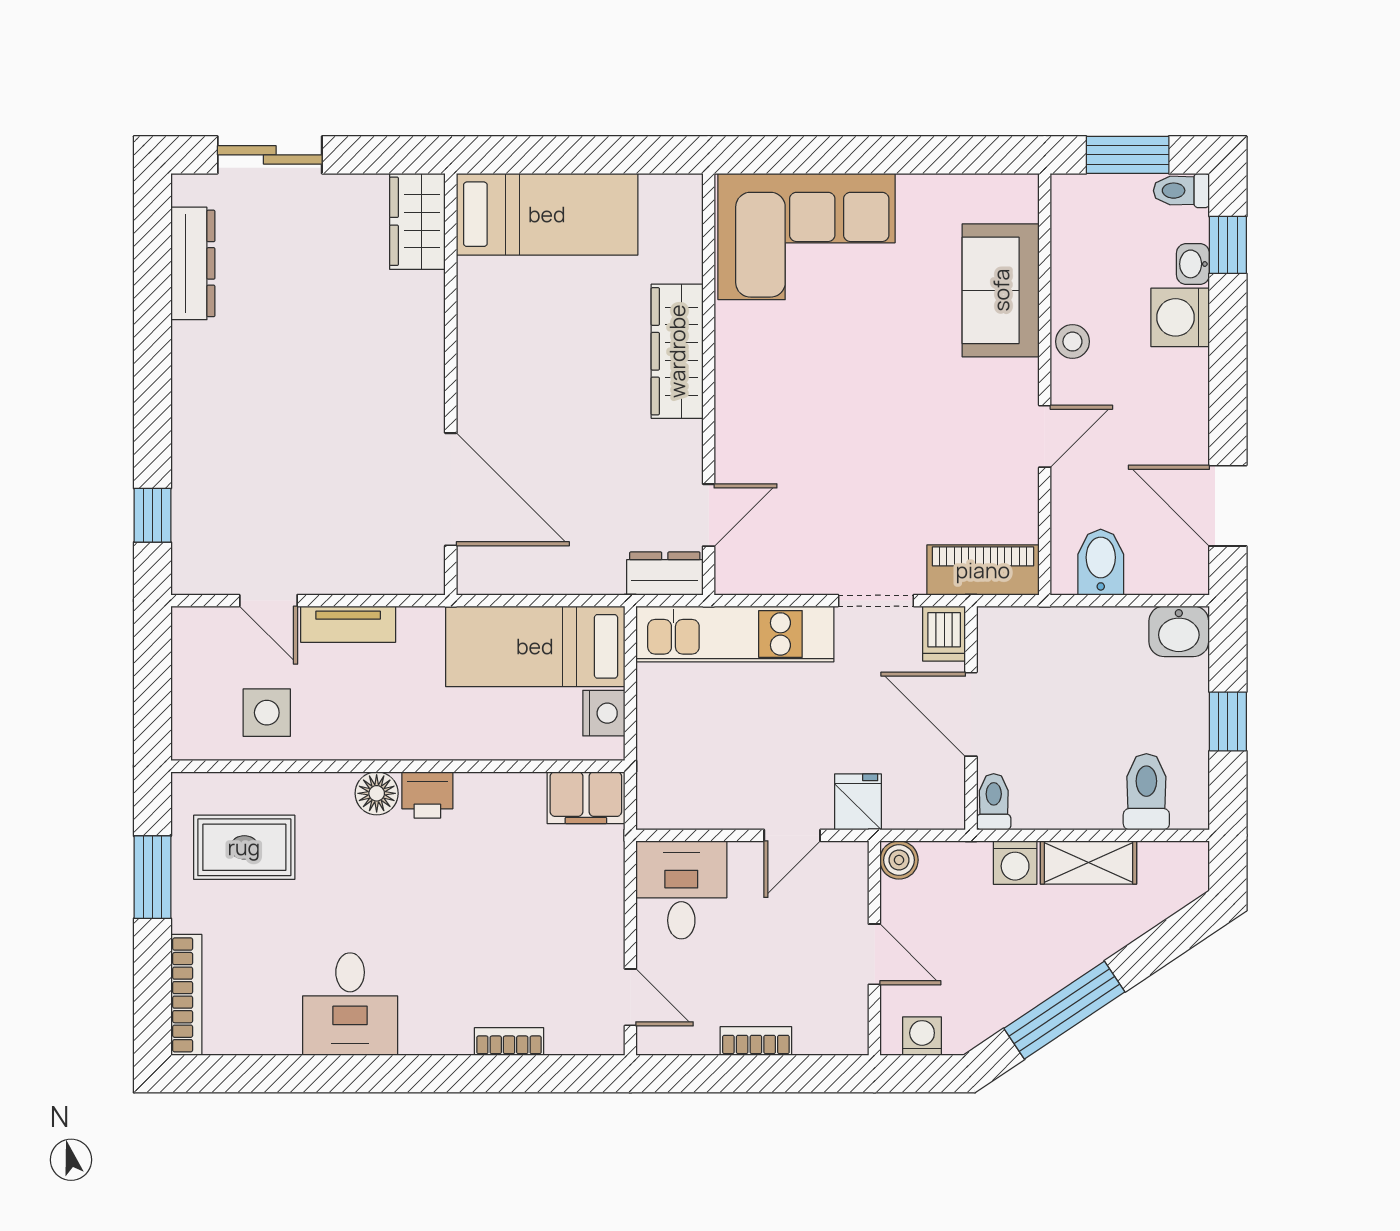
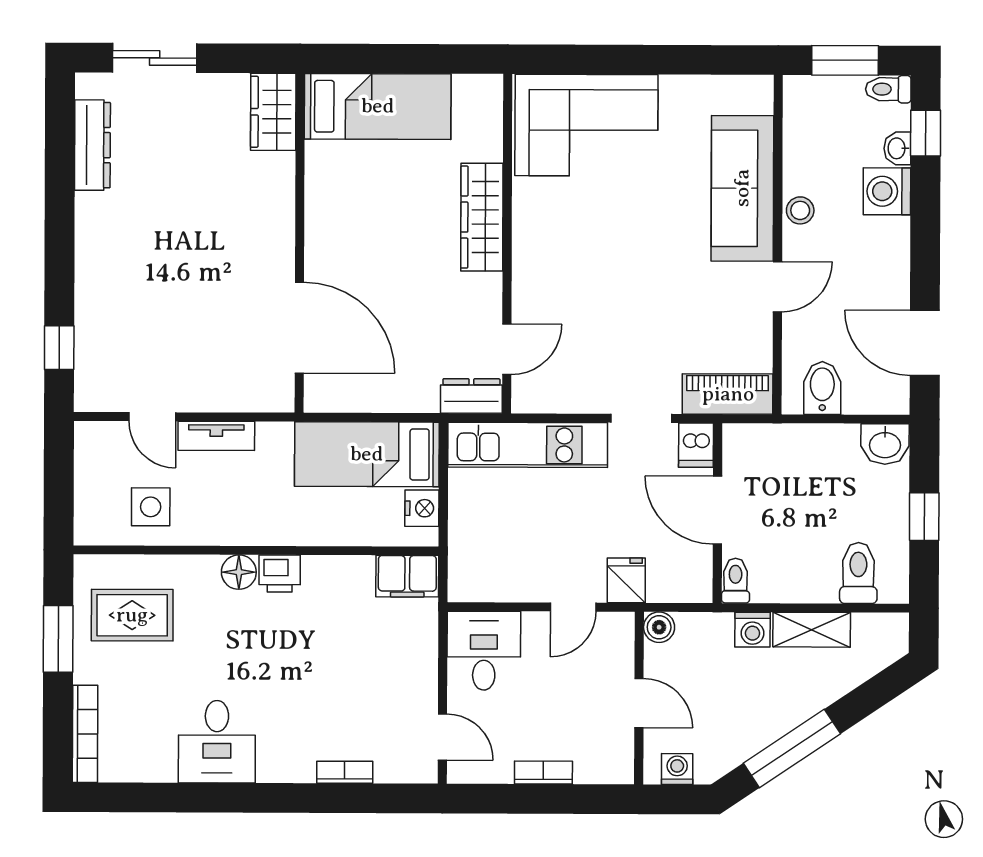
sofa: (1001, 290) -> (742, 188), width x1.36

